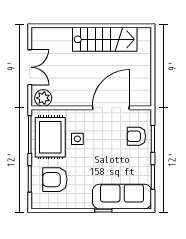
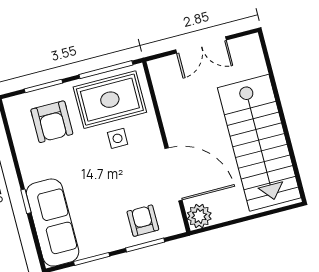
stairs: (105, 39) -> (259, 143), width x1.36, depth x1.51
plant: (43, 98) -> (199, 216), moved
armchair: (55, 180) -> (52, 122), turned 180

